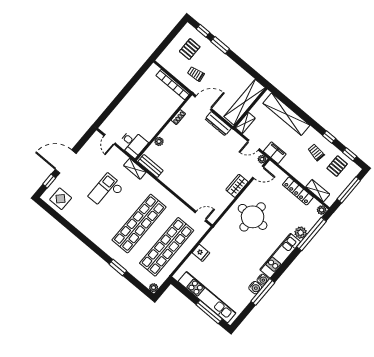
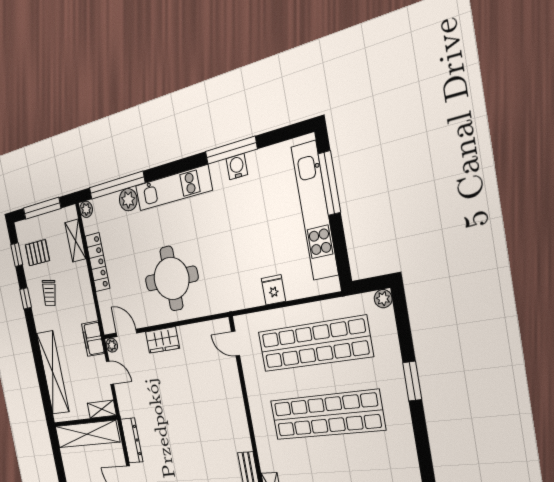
water cooler: (263, 280) -> (219, 171), removed

